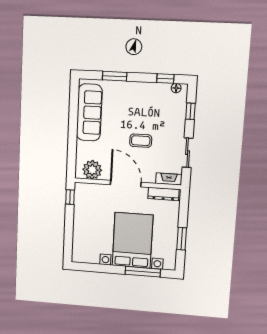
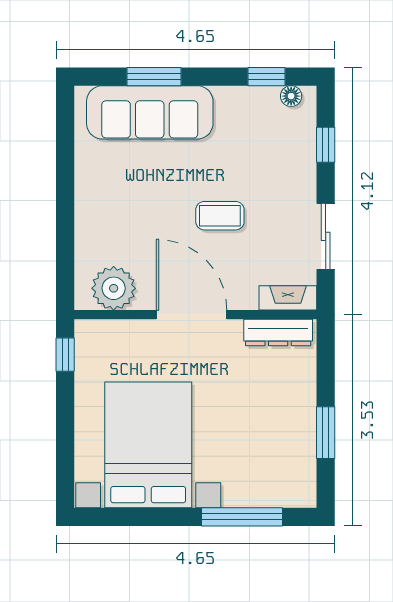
sofa: (89, 112) -> (150, 112), moved, turned 90
bed with nightstands: (132, 240) -> (148, 445), moved

